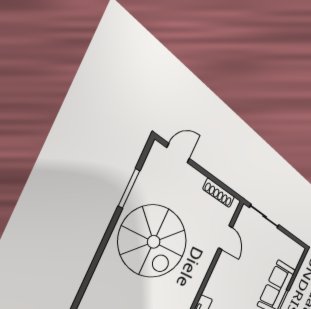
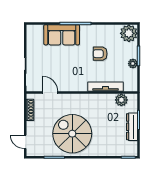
door: (226, 238) -> (50, 93), hinge flipped
spiral stairs: (154, 242) -> (72, 134), turned -90

